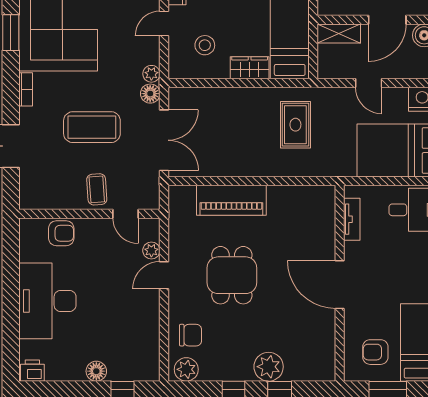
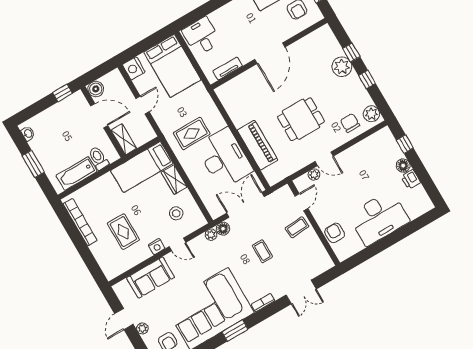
coffee table: (92, 127) -> (262, 251), width x0.54, depth x0.58
desk: (239, 148) -> (224, 158), added
printer: (32, 371) -> (411, 179), moved

